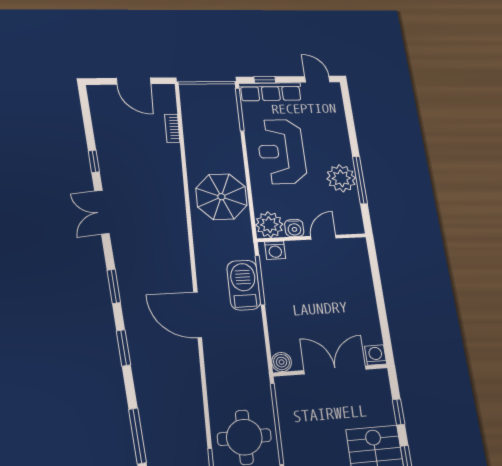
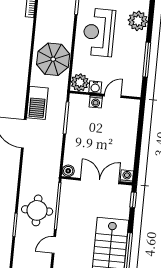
plant: (341, 178) -> (138, 21), moved
washing machine: (275, 250) -> (96, 102), moved
barbecue: (244, 285) -> (37, 103), moved, turned 180
window: (399, 412) -> (133, 200), moved

